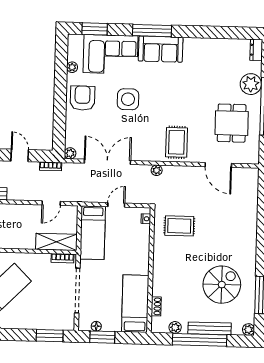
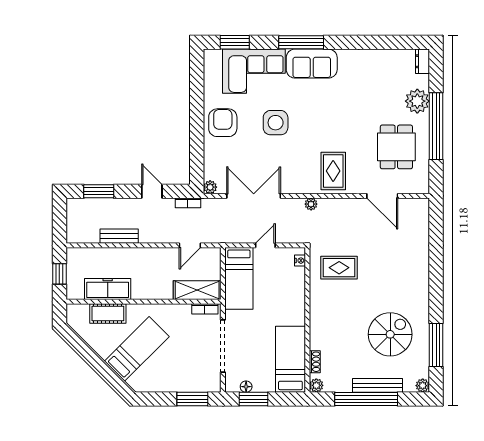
plant: (72, 67) -> (210, 87), removed
plant: (175, 327) -> (316, 385), moved

